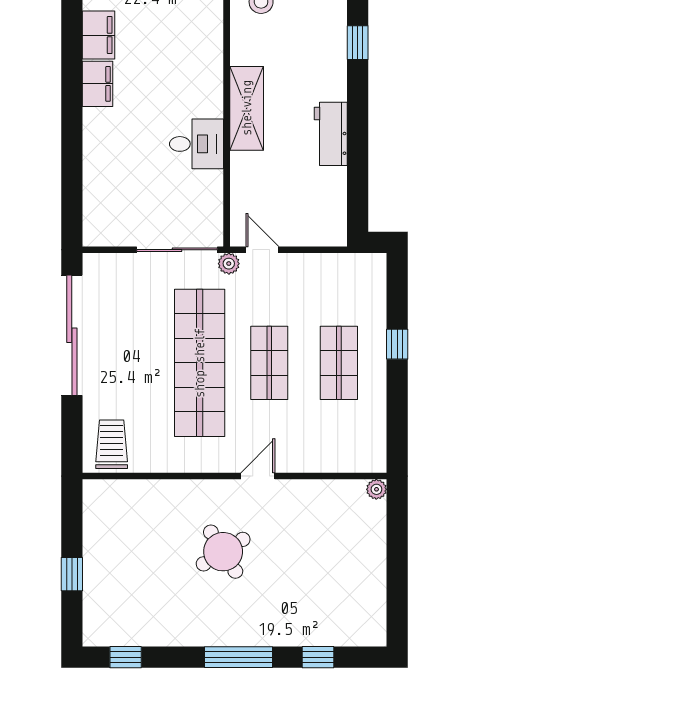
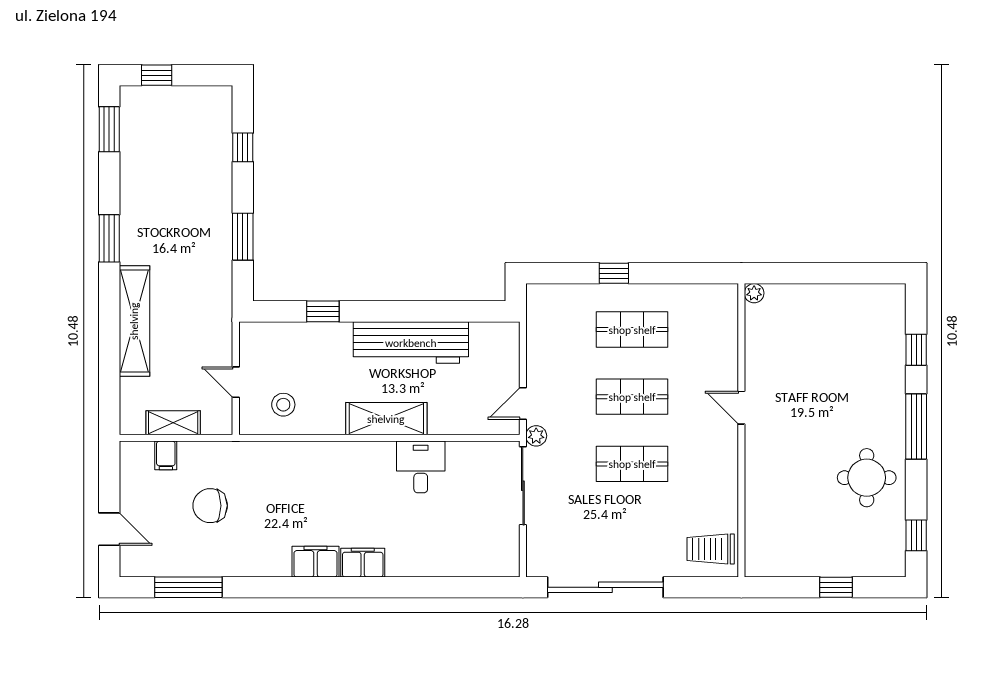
workbench: (331, 134) -> (411, 343), width x1.88, depth x1.32
shop shelf: (200, 363) -> (632, 464), width x0.50, depth x0.74
round table: (223, 552) -> (867, 478), moved, turned 32

